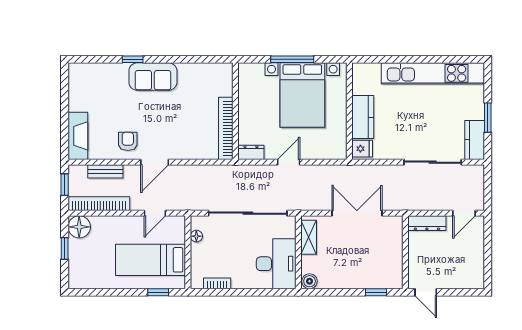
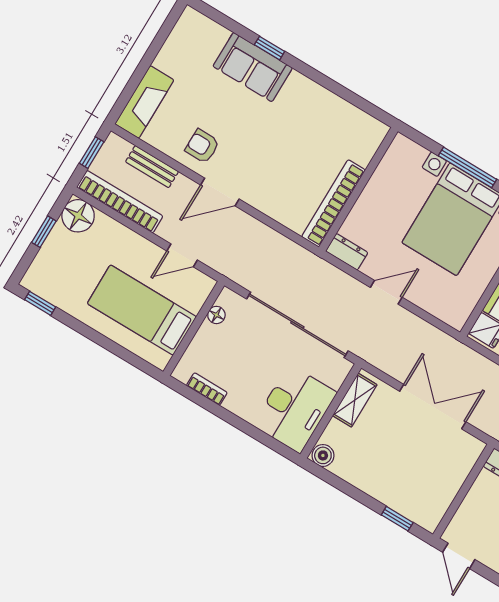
sofa: (153, 77) -> (253, 67), moved
armchair: (128, 141) -> (202, 146), turned -90
window: (158, 292) -> (40, 303), moved

